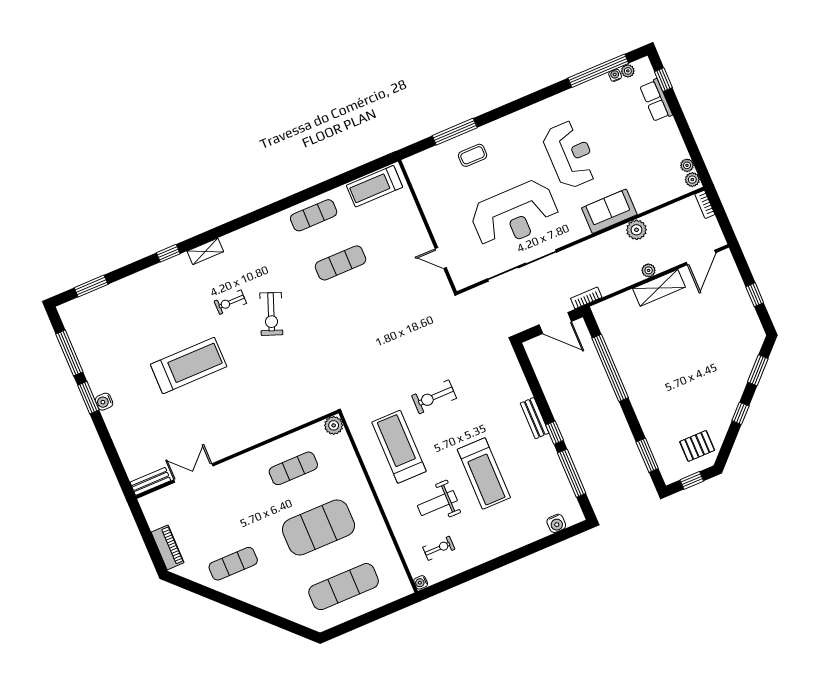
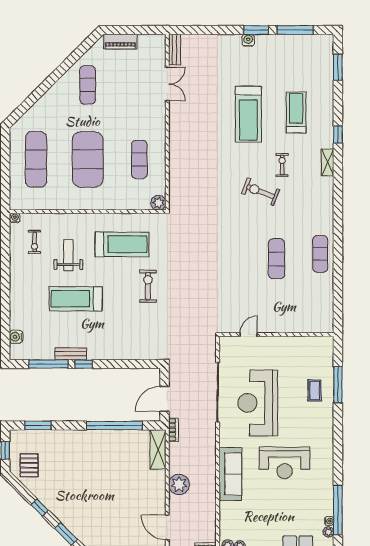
treadmill: (375, 186) -> (296, 113), moved
sofa: (609, 211) -> (230, 474), width x1.36
plant: (636, 230) -> (208, 488), removed
plant: (649, 270) -> (179, 484), width x1.87, depth x1.87
shelving: (659, 288) -> (158, 449), moved
bench: (535, 418) -> (71, 354), moved

